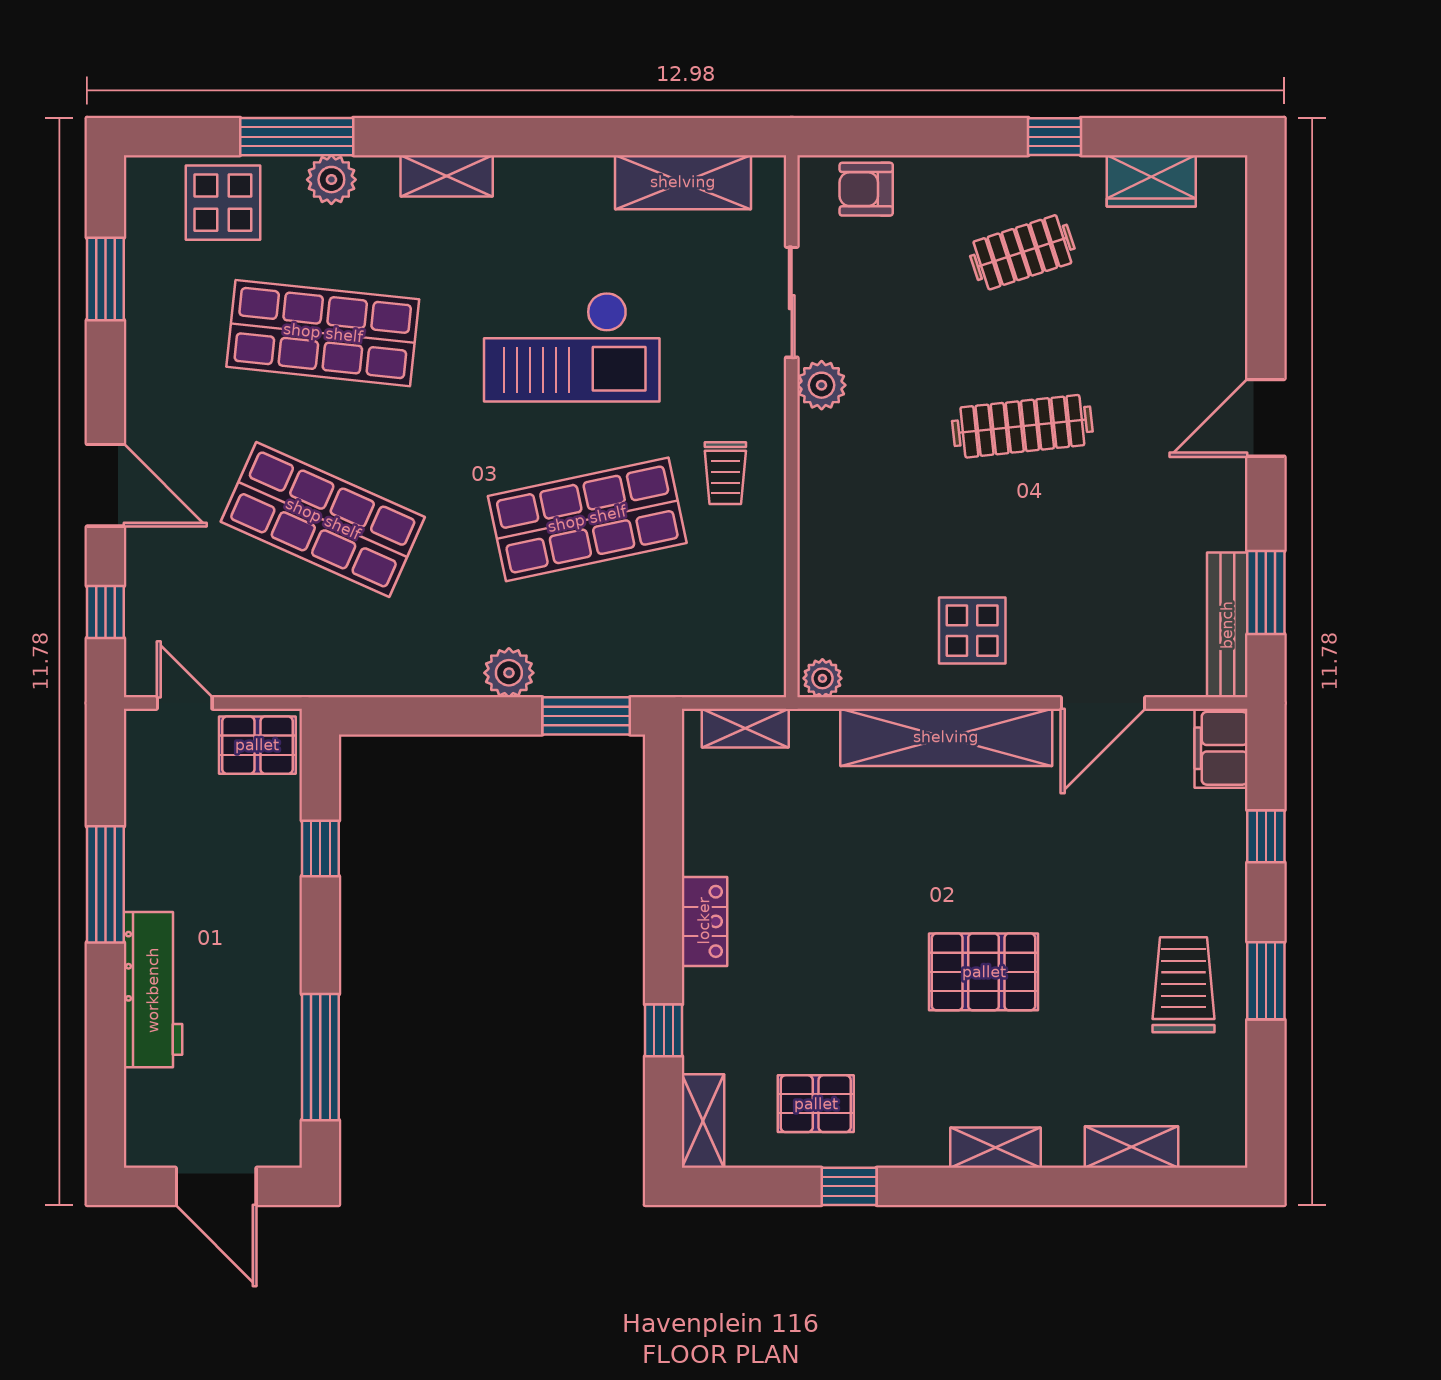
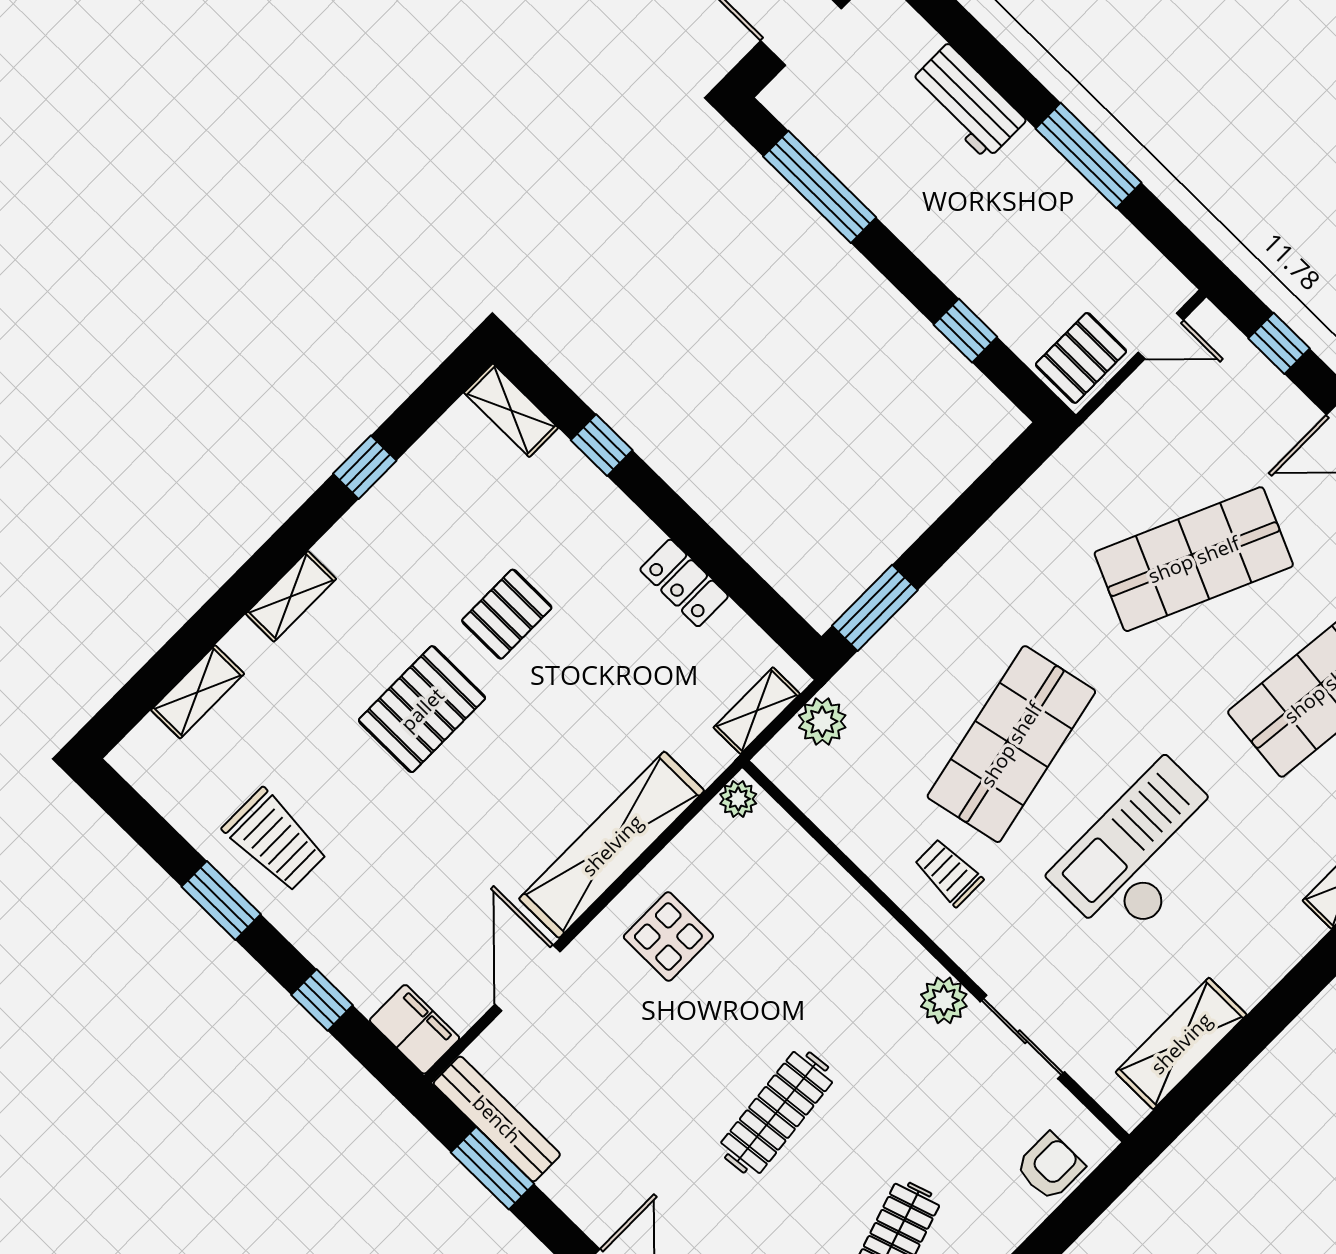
plant: (509, 673) -> (822, 722), moved
locker: (704, 921) -> (684, 583), moved
workbench: (153, 990) -> (967, 102), width x0.73
pallet: (816, 1104) -> (507, 614), moved

